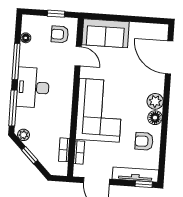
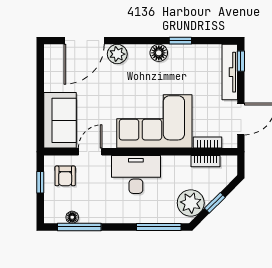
window: (16, 61) -> (79, 227), moved
desk: (33, 87) -> (136, 174), moved, turned 180
plant: (155, 101) -> (117, 54), moved
plant: (23, 135) -> (191, 203), width x1.88, depth x1.88
window: (164, 136) -> (180, 41), added
armchair: (144, 141) -> (188, 64), removed

